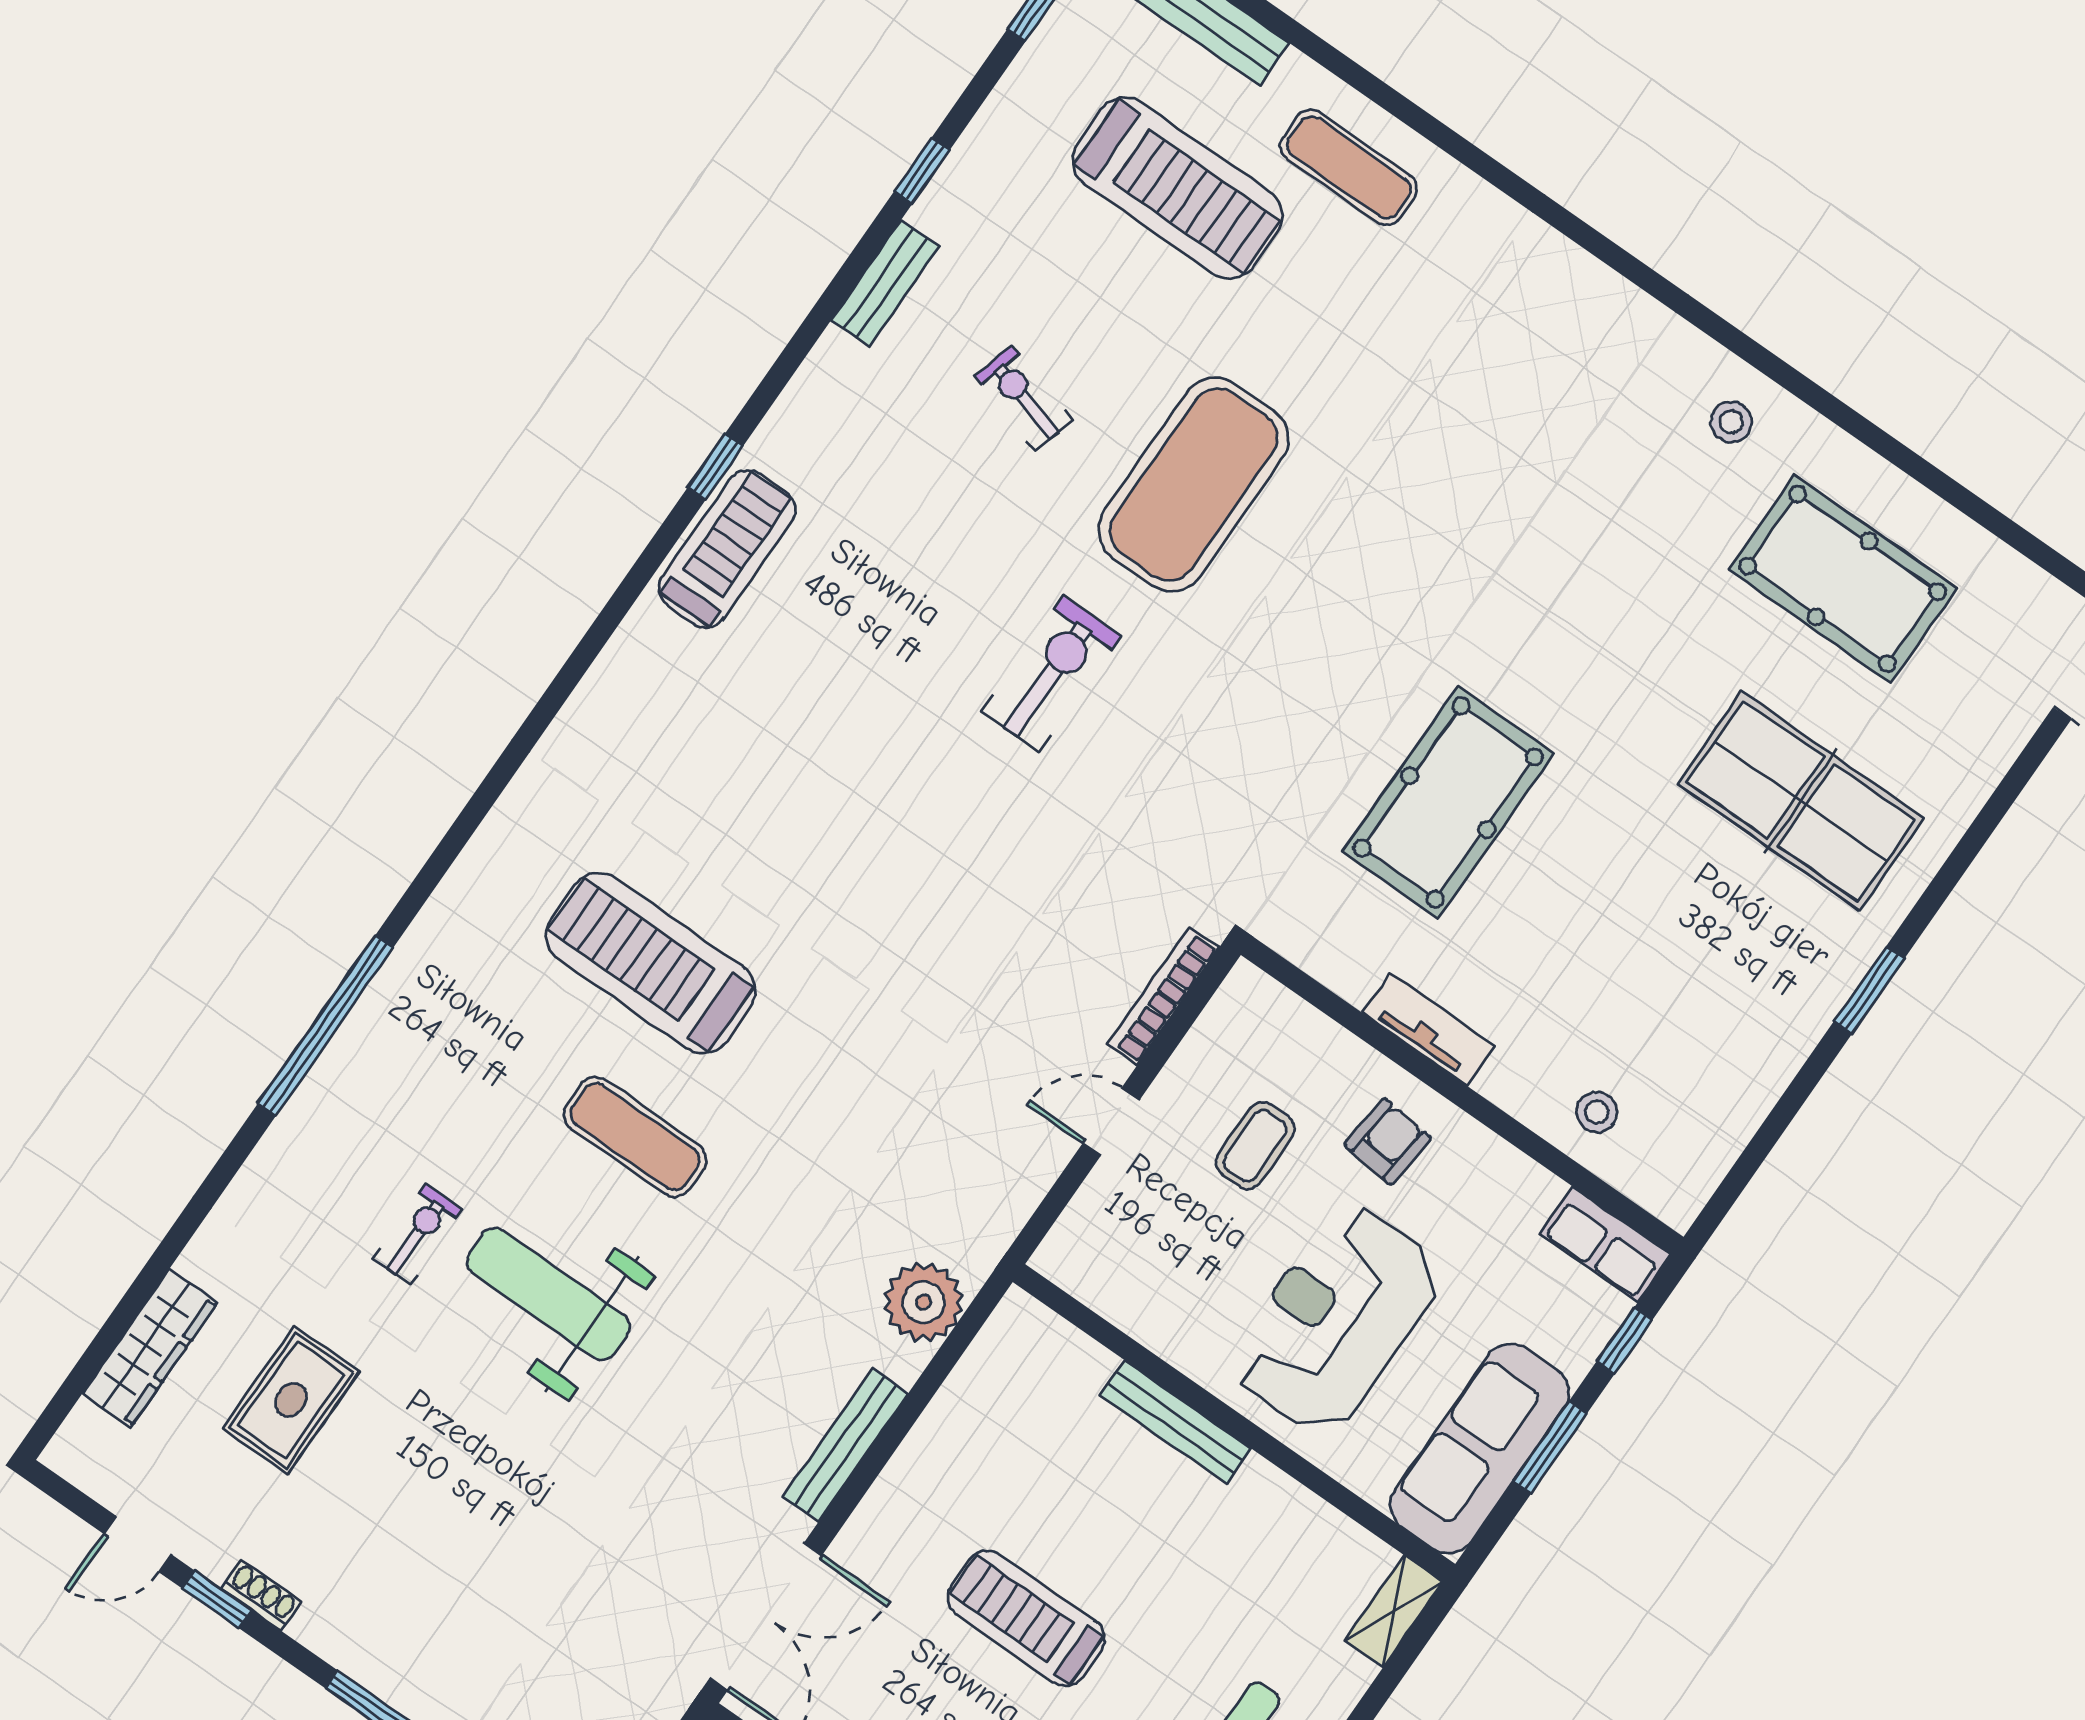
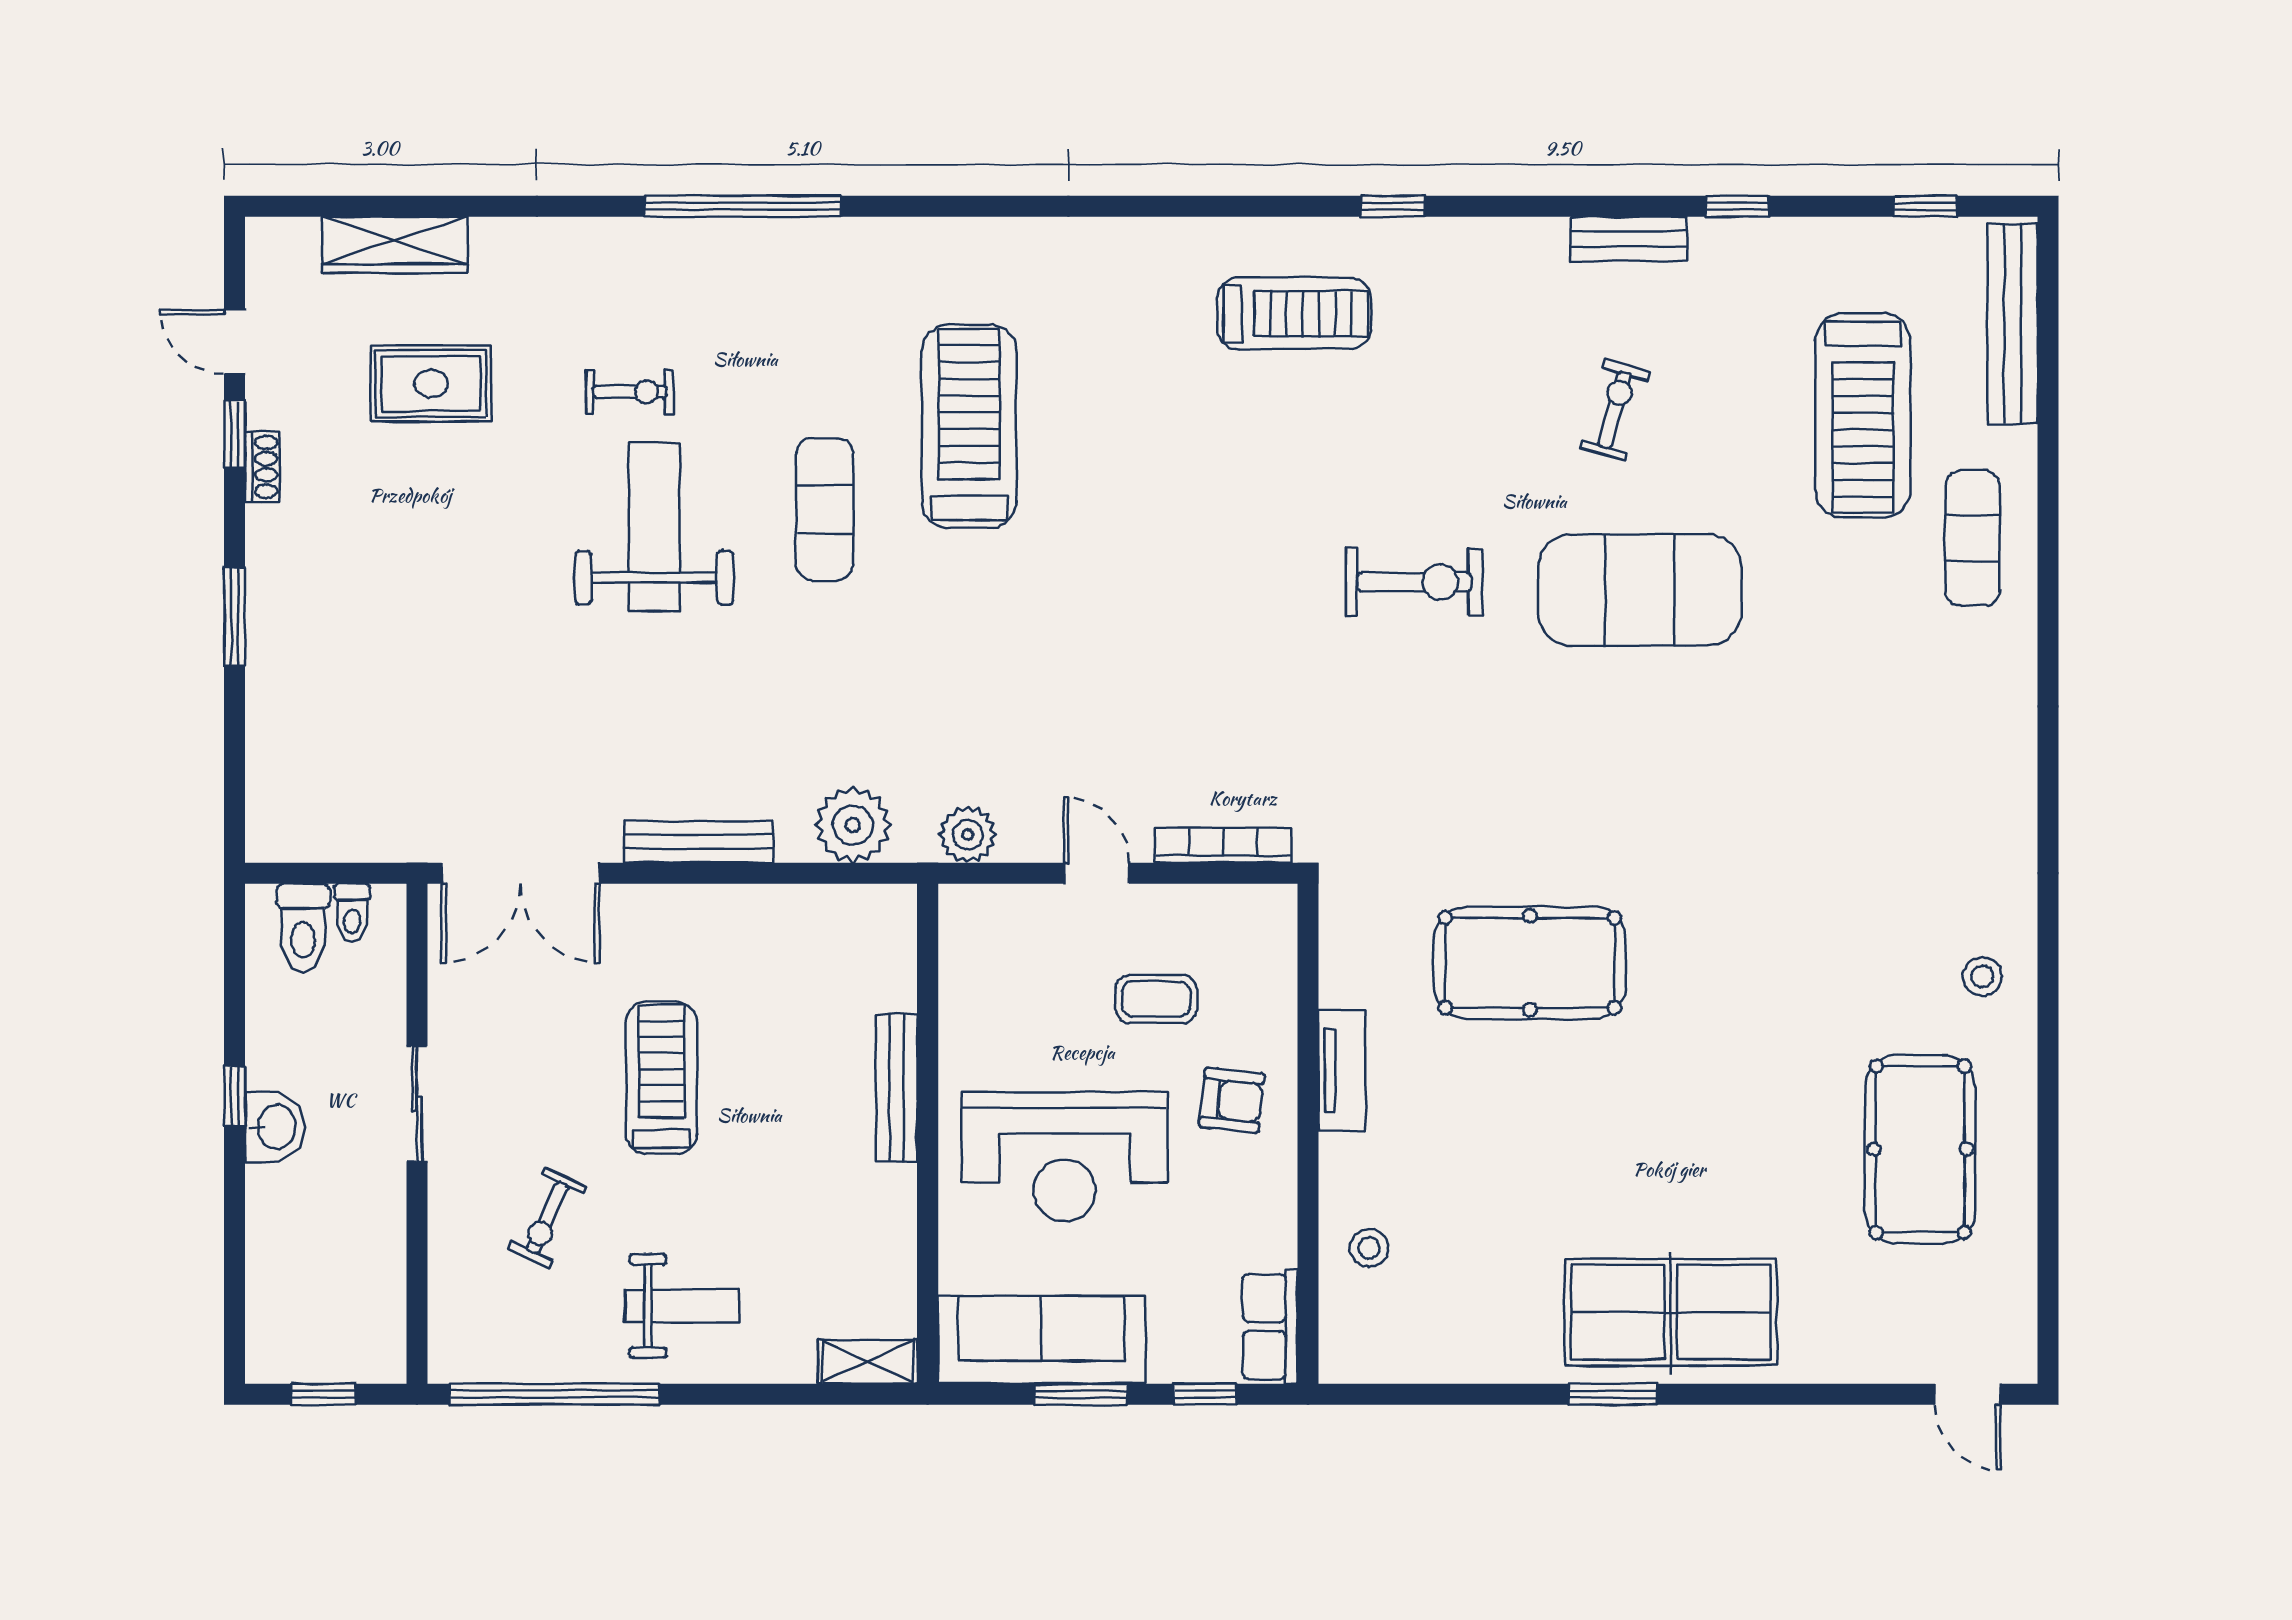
treadmill: (727, 549) -> (1294, 313), moved
table tennis table: (1801, 801) -> (1671, 1312), moved, turned 90
plant: (1001, 1209) -> (968, 835), added
reception desk: (1336, 1319) -> (1065, 1157), turned 180

